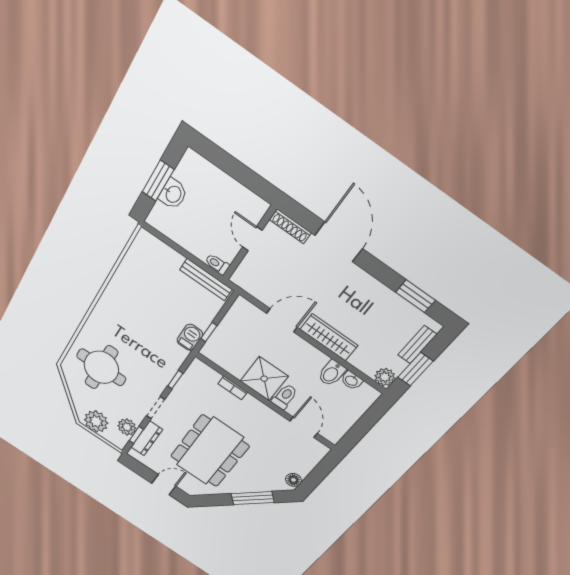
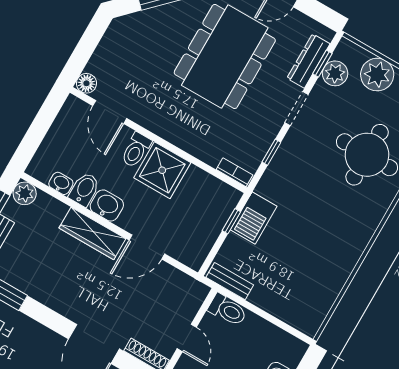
toilet: (217, 264) -> (227, 310), width x1.37, depth x1.39
bench: (206, 280) -> (230, 281), width x0.73
barbecue: (190, 337) -> (254, 218), width x1.38, depth x1.27
washbasin: (314, 358) -> (107, 205), added
bookcase: (233, 388) -> (234, 172), moved
floor lamp: (293, 480) -> (86, 83), moved

